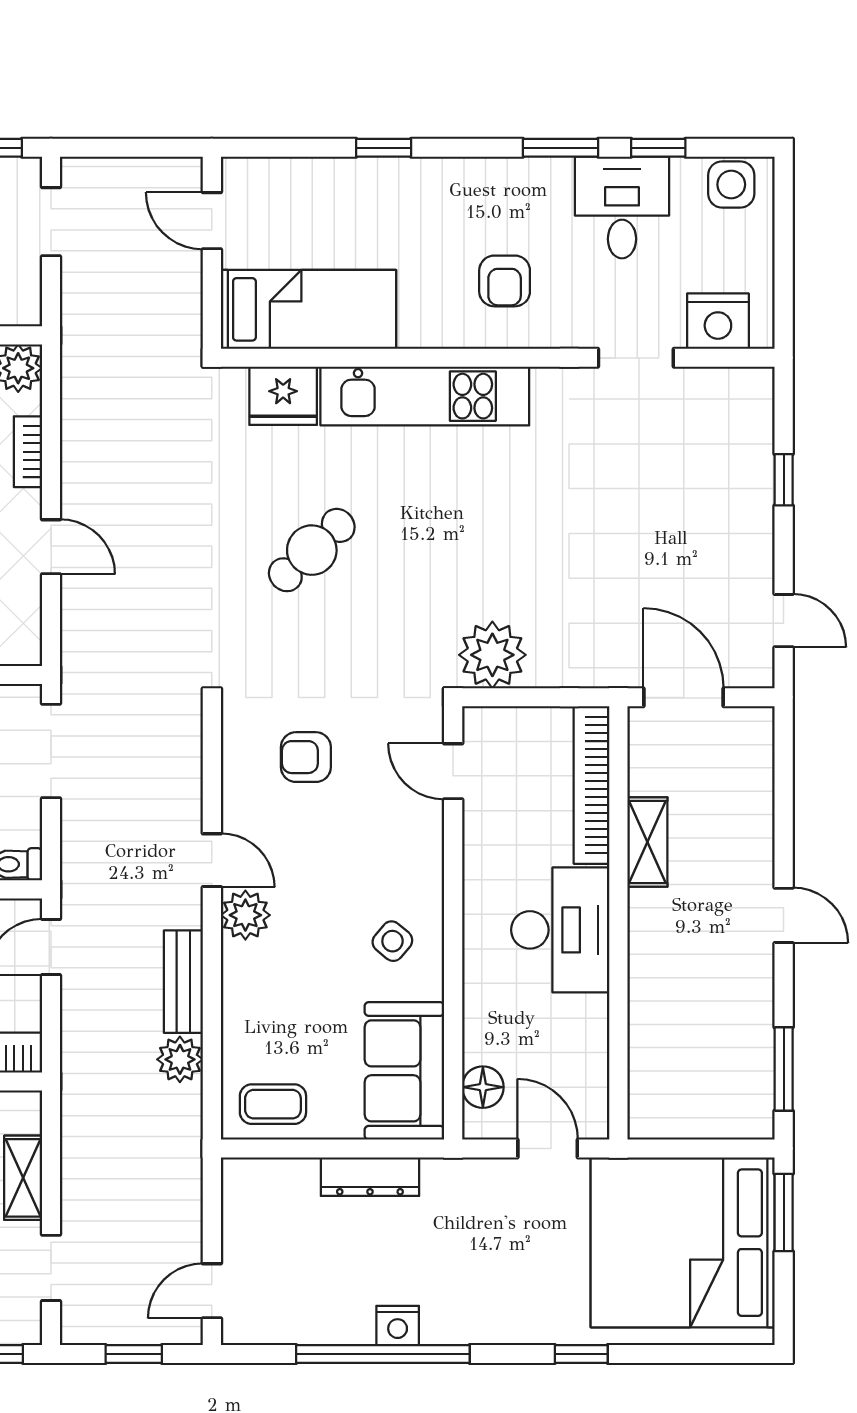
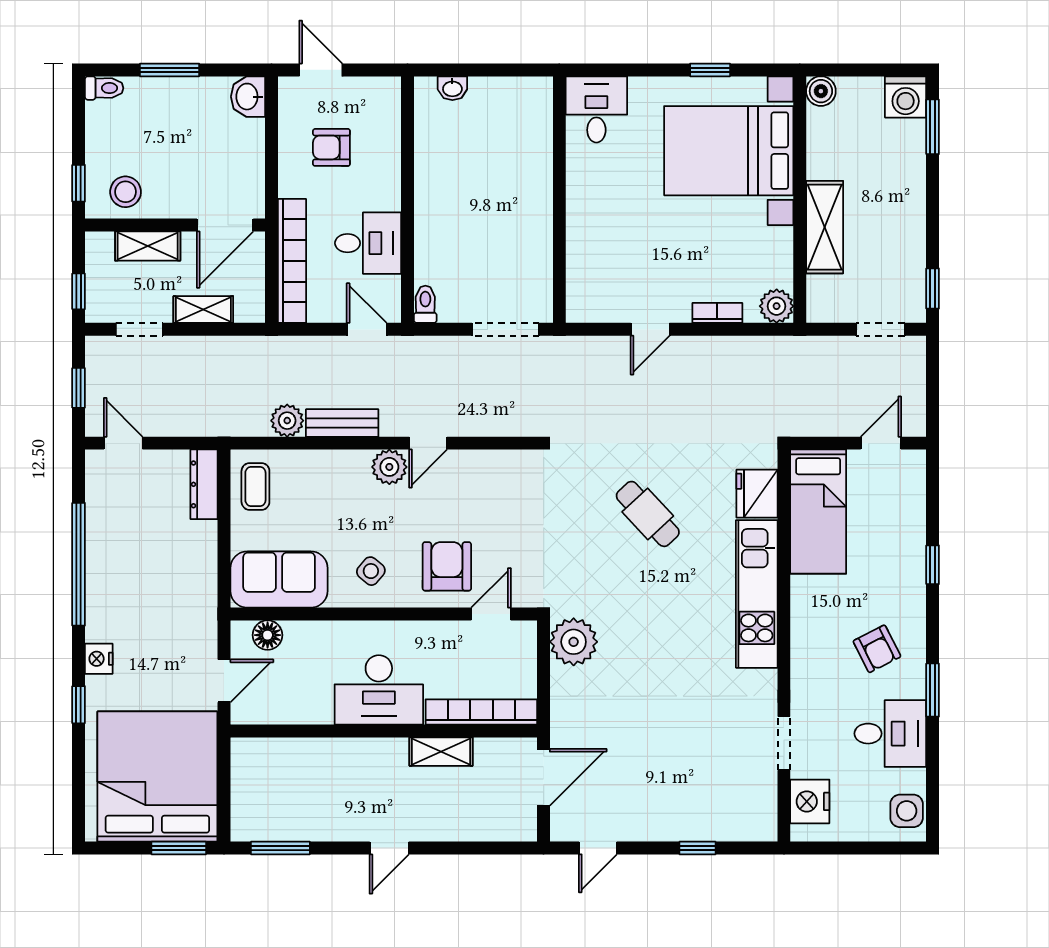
window: (658, 148) -> (933, 759), removed
armchair: (505, 281) -> (877, 649), moved, turned -117
armchair: (306, 757) -> (447, 566), moved, width x1.38, depth x1.38
dresser: (370, 1177) -> (204, 484), moved
nightstand: (398, 1325) -> (99, 659), moved

